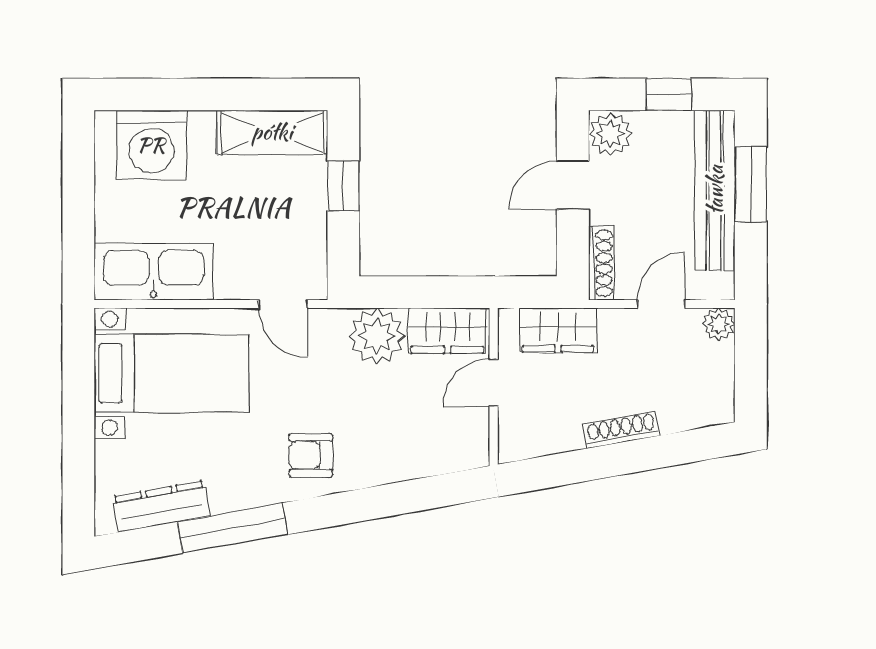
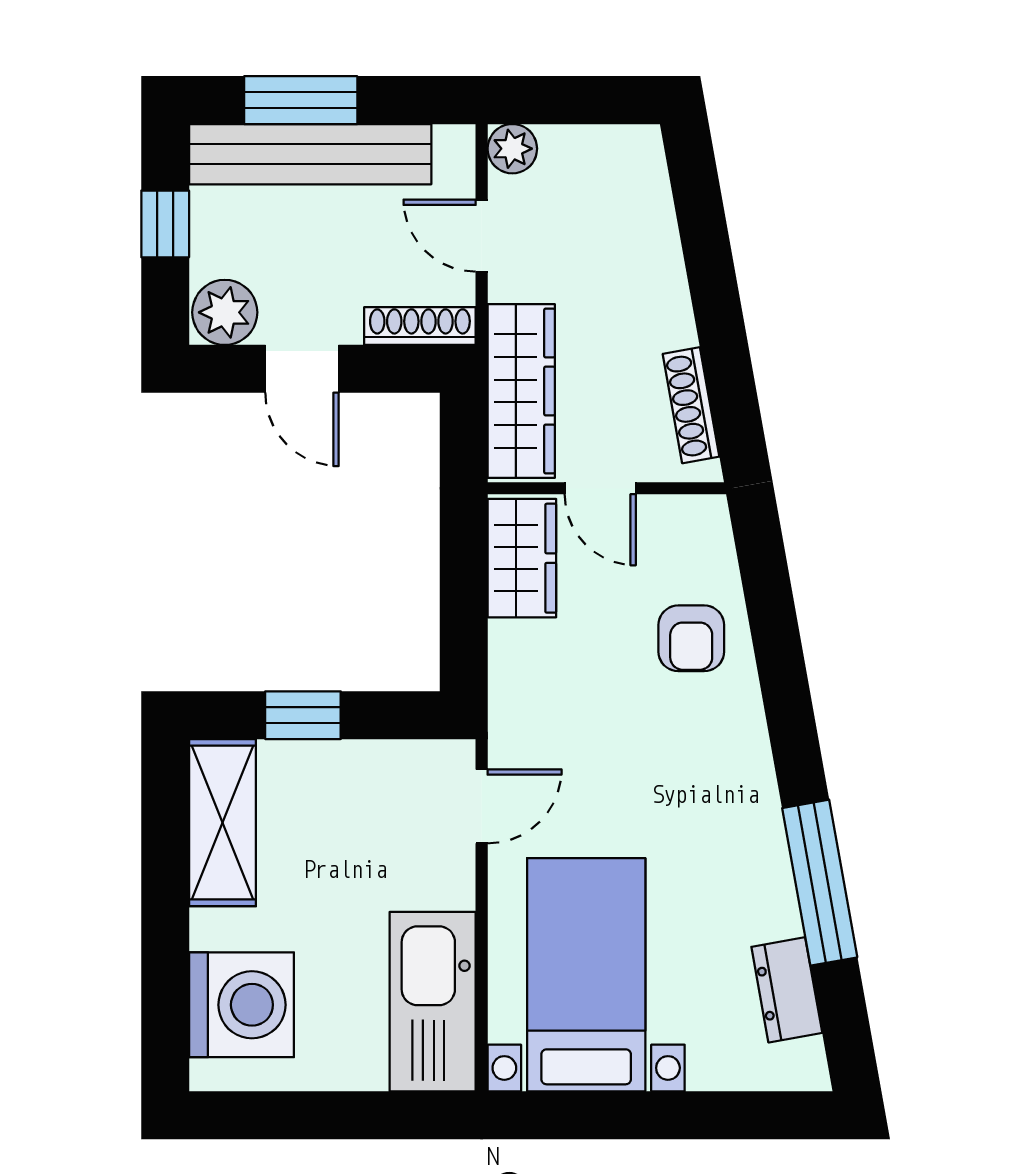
wardrobe: (558, 330) -> (521, 391), width x1.50
plant: (377, 336) -> (530, 665), removed
shoe rack: (621, 430) -> (691, 405), moved
armchair: (311, 455) -> (691, 638), moved
dresser: (161, 506) -> (787, 990), width x0.70

